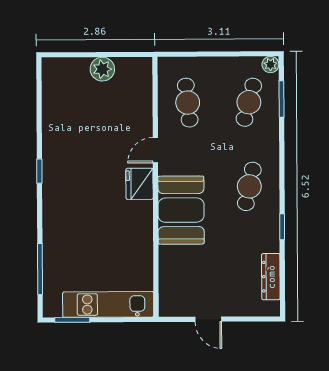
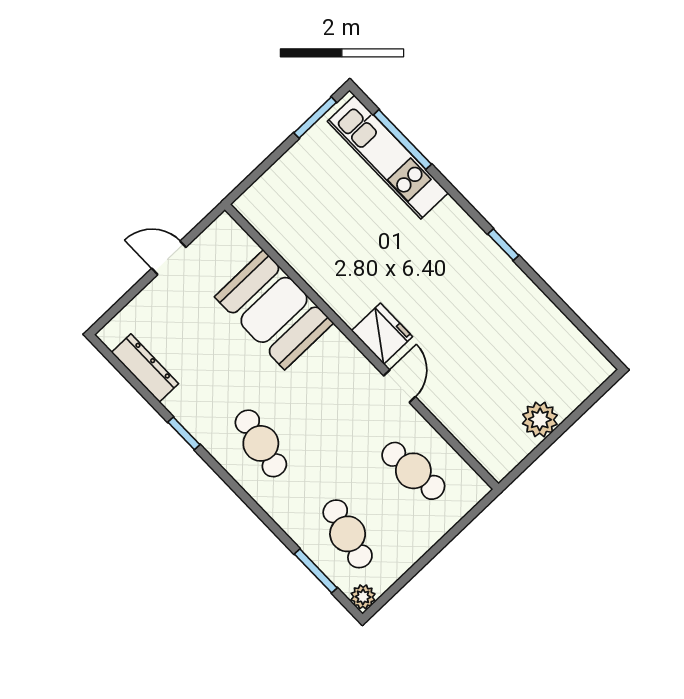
booth: (181, 210) -> (274, 310), moved
kitchen unit: (108, 304) -> (388, 157), moved, turned 90

